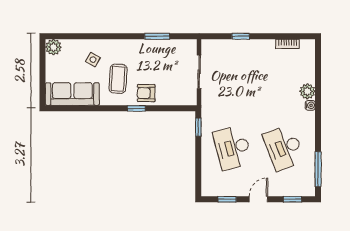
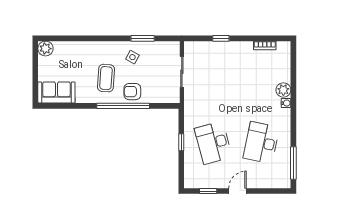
side table: (93, 60) -> (132, 57), moved
sofa: (72, 94) -> (56, 92), width x0.73
window: (136, 108) -> (123, 106), width x3.17
window: (198, 127) -> (181, 142), moved
desk: (284, 148) -> (261, 143), turned 33
window: (293, 199) -> (269, 191), removed

